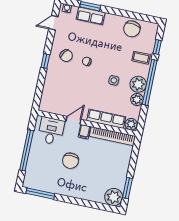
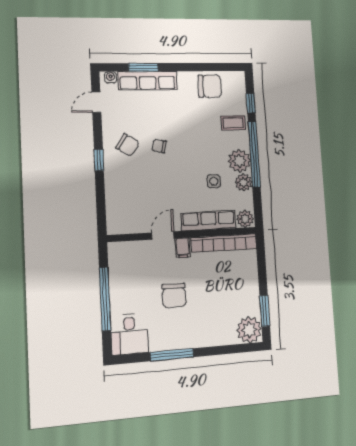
row of seats: (91, 16) -> (148, 81), width x1.48
chair: (132, 29) -> (210, 86), turned -98
side table: (114, 80) -> (214, 181), moved
desk: (51, 131) -> (129, 334), moved, turned 180
window: (40, 194) -> (172, 355), moved

